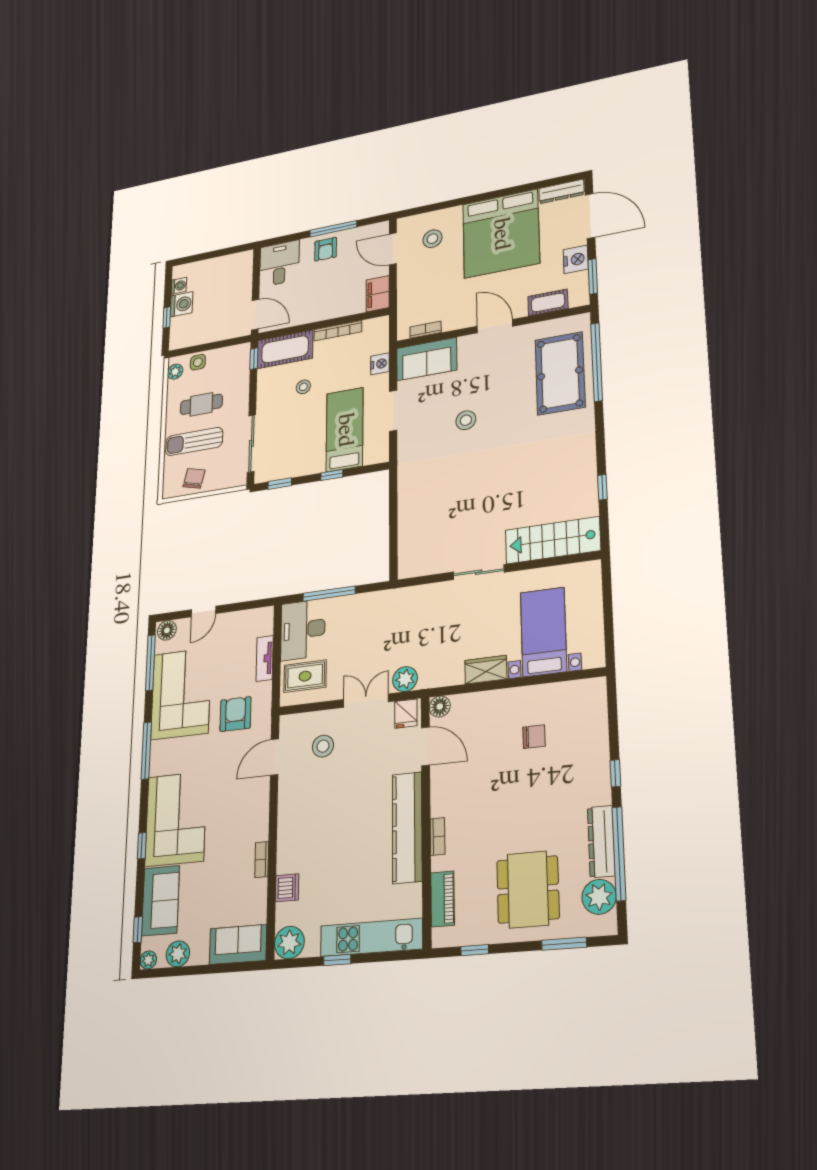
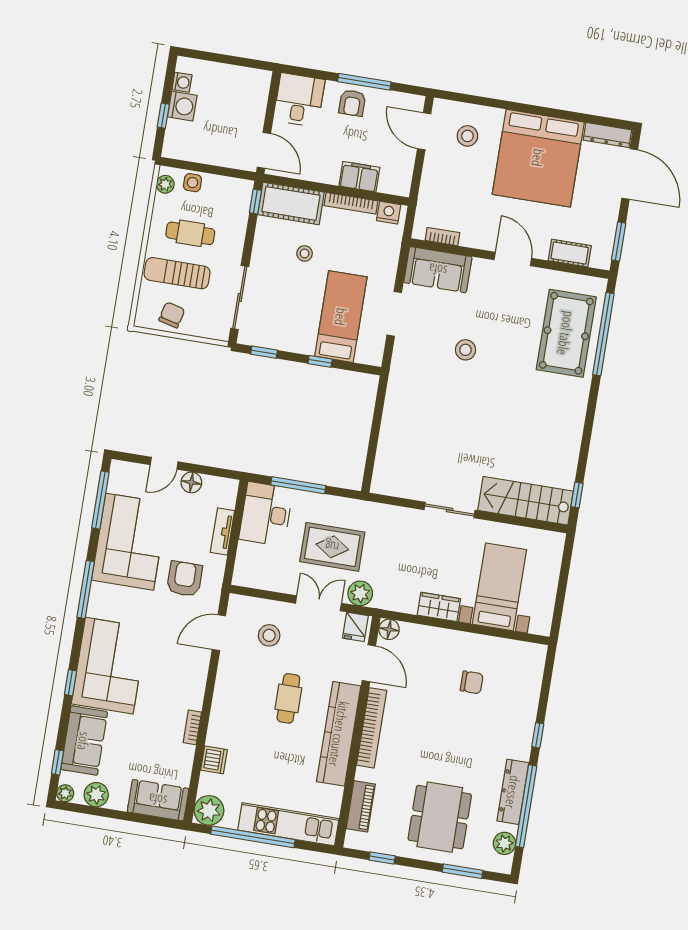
nightstand: (576, 259) -> (606, 216), removed
filing cabinet: (378, 294) -> (359, 177), moved, turned 90
nightstand: (380, 364) -> (389, 213), moved, turned -90
window: (602, 487) -> (577, 495), moved
floor lamp: (167, 630) -> (191, 482), moved
rug: (305, 676) -> (332, 547), moved, width x1.36, depth x1.43
cafe table: (351, 804) -> (288, 698), added
bookcase: (438, 837) -> (372, 728), width x2.31, depth x1.31
plant: (599, 897) -> (504, 843), width x0.73, depth x0.73
window: (337, 960) -> (253, 837), width x3.17

